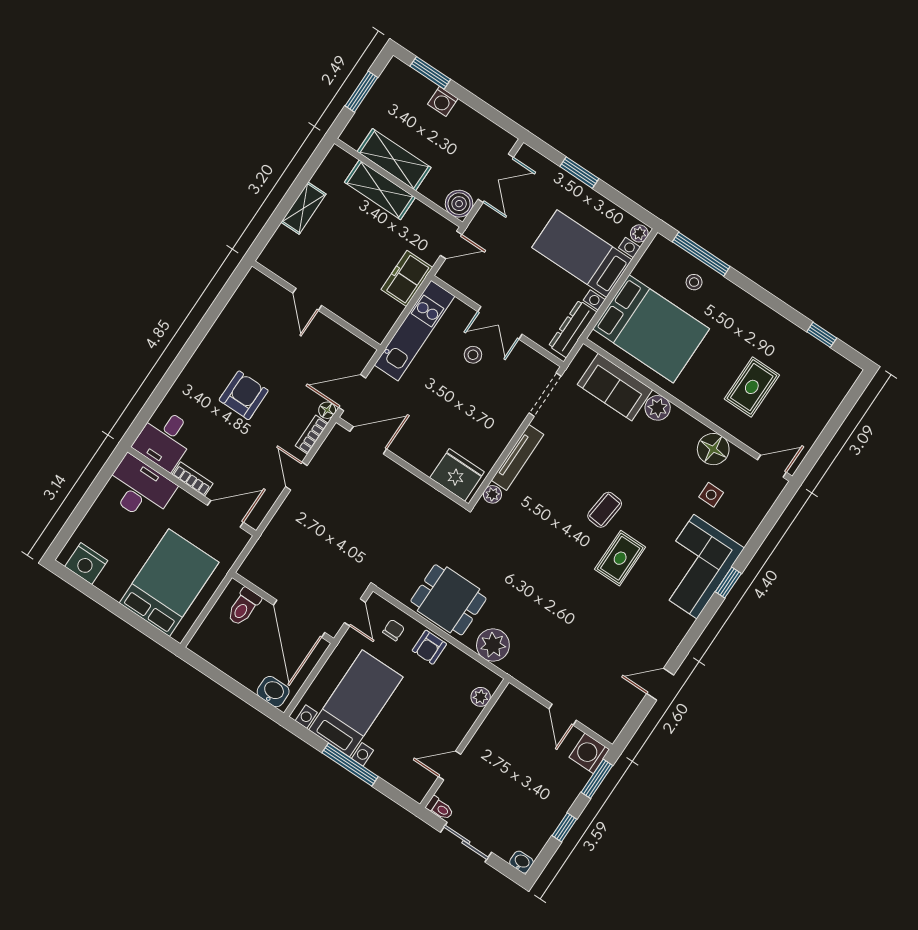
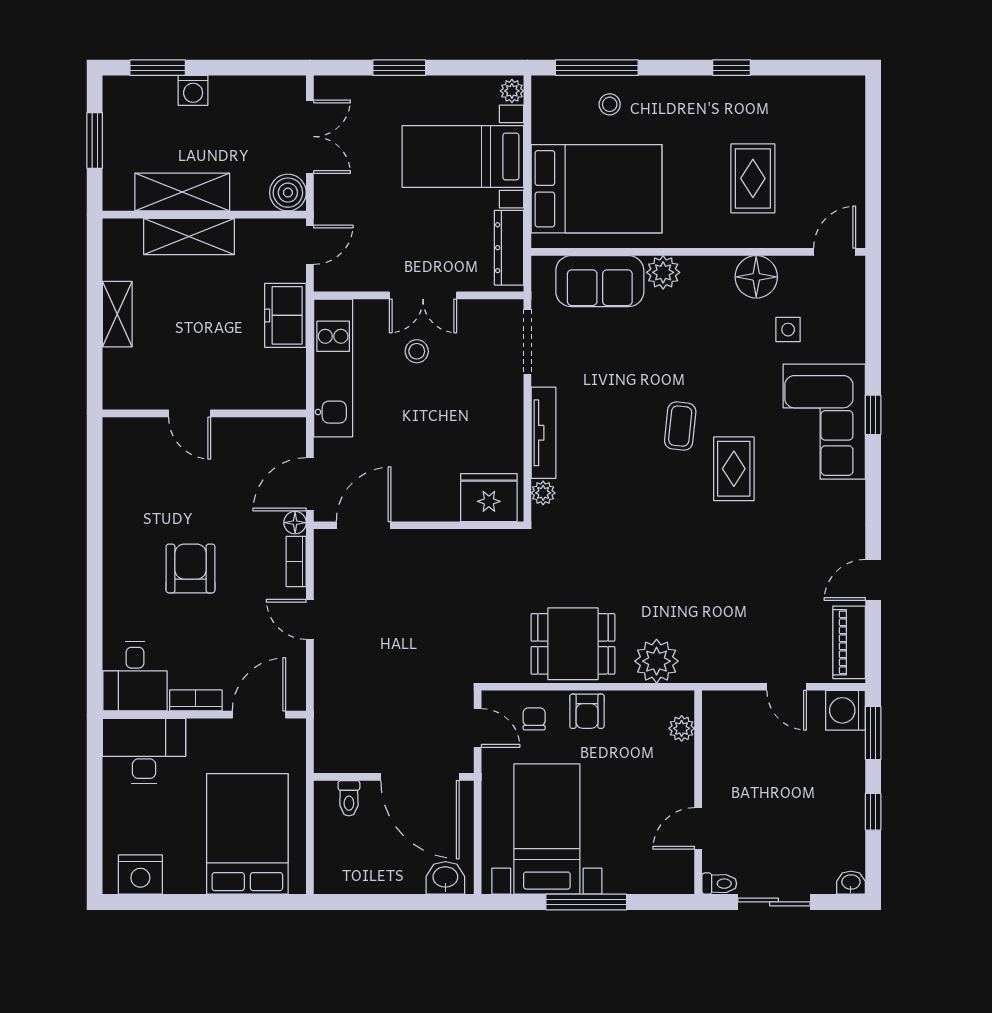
window: (822, 335) -> (731, 68), moved
toilet: (244, 607) -> (349, 798), width x0.73, depth x0.72
piano: (620, 713) -> (849, 642), added

